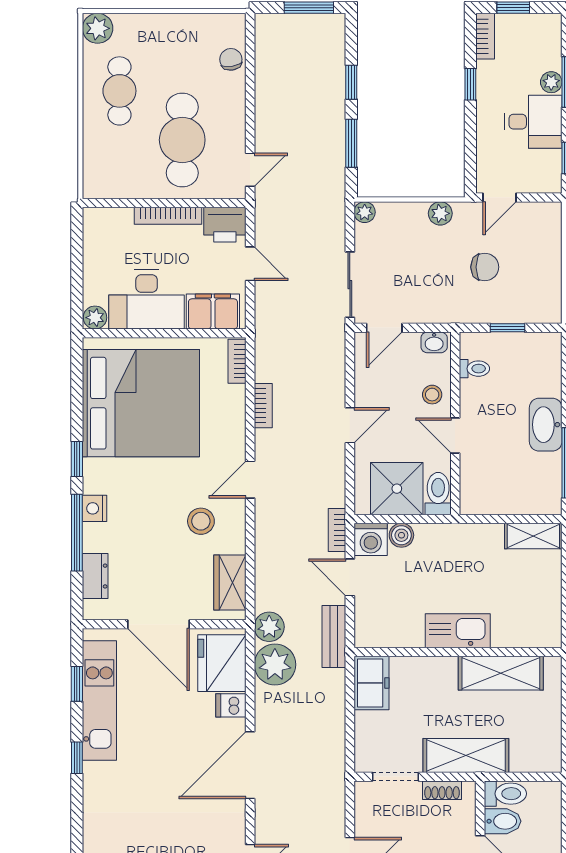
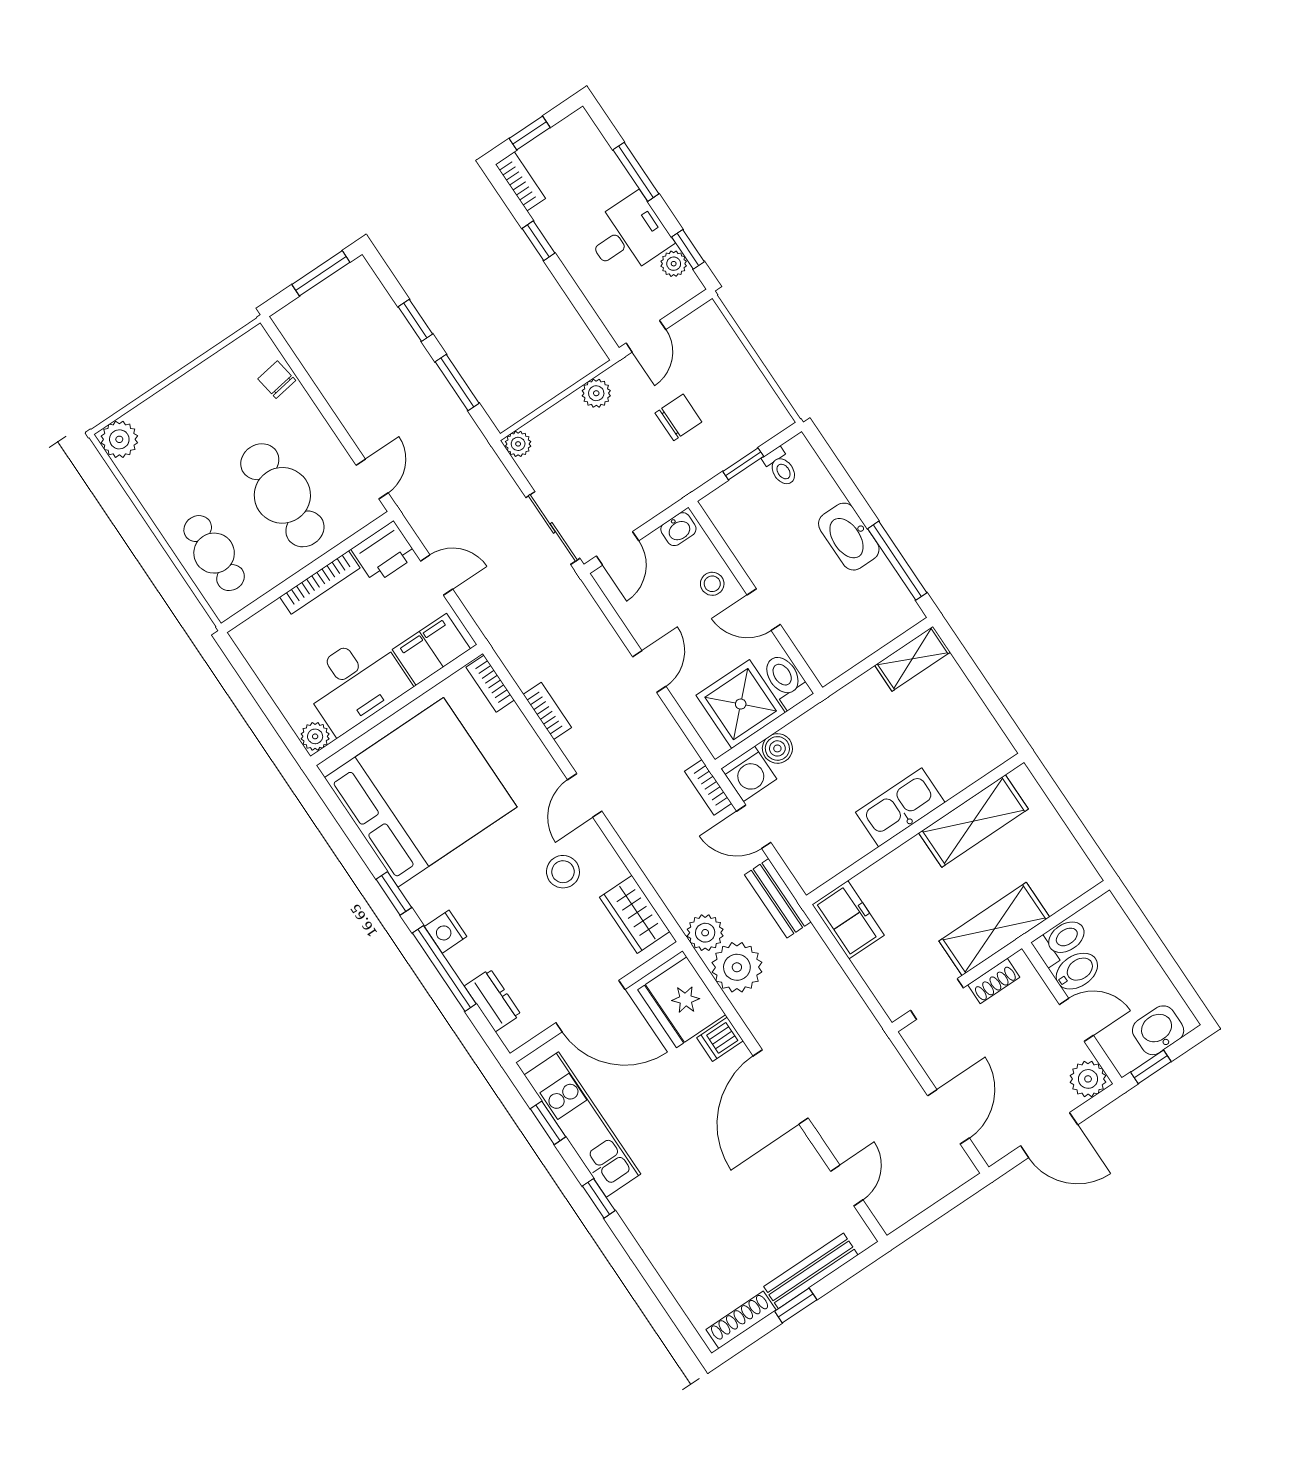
plant: (551, 82) -> (674, 264), moved
cafe table: (119, 91) -> (214, 553), moved
toilet: (474, 369) -> (781, 467), moved, turned 90

